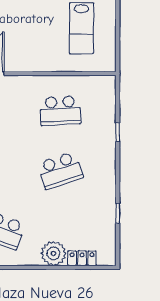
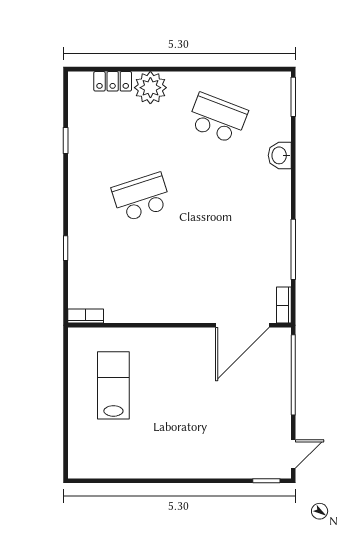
bookcase: (103, 81) -> (86, 316), added
school desk: (60, 111) -> (141, 276), removed

